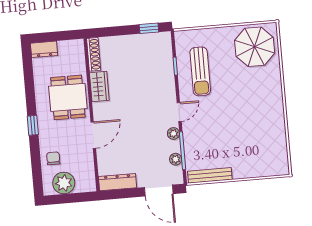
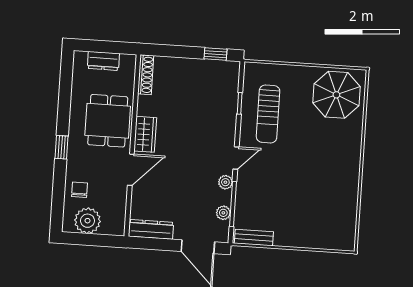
dresser: (44, 49) -> (103, 61), moved
wardrobe: (99, 87) -> (145, 134), moved
bench: (210, 175) -> (254, 238), width x0.73

